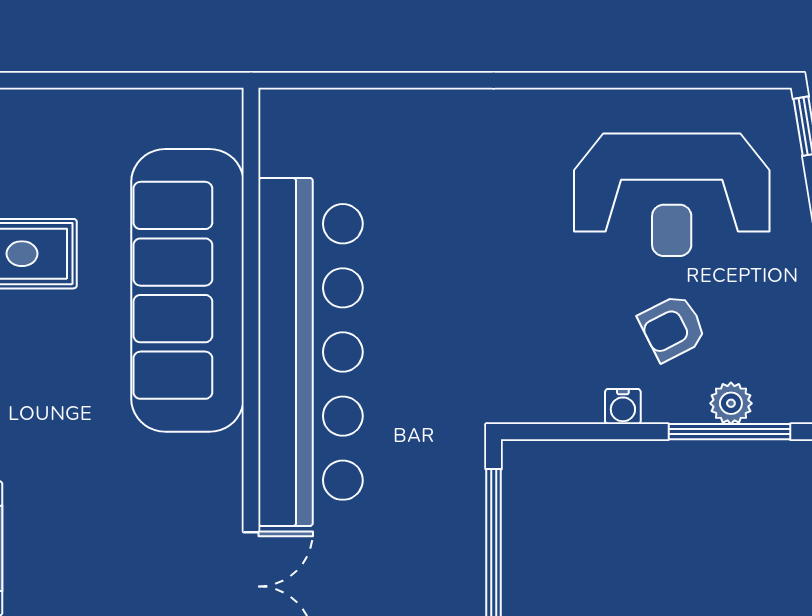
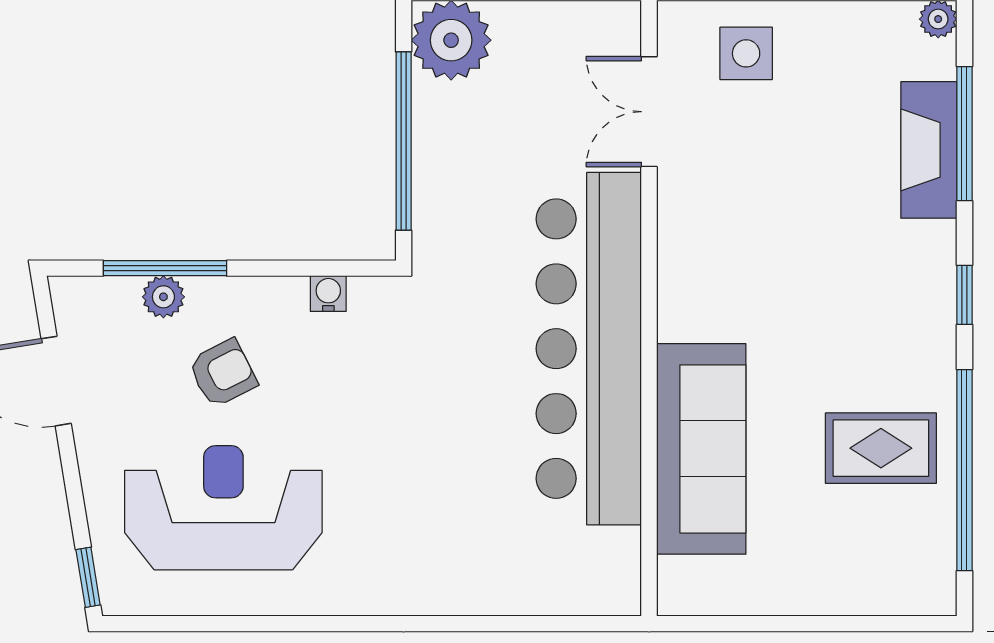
sofa: (187, 290) -> (701, 449), width x0.74, depth x0.79
water cooler: (623, 406) -> (328, 294), moved

